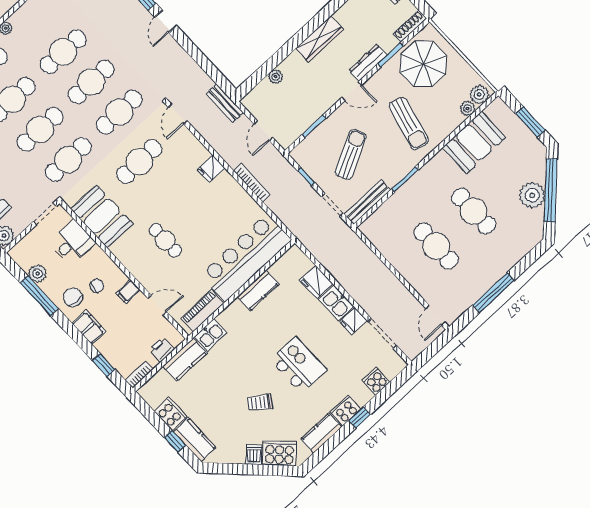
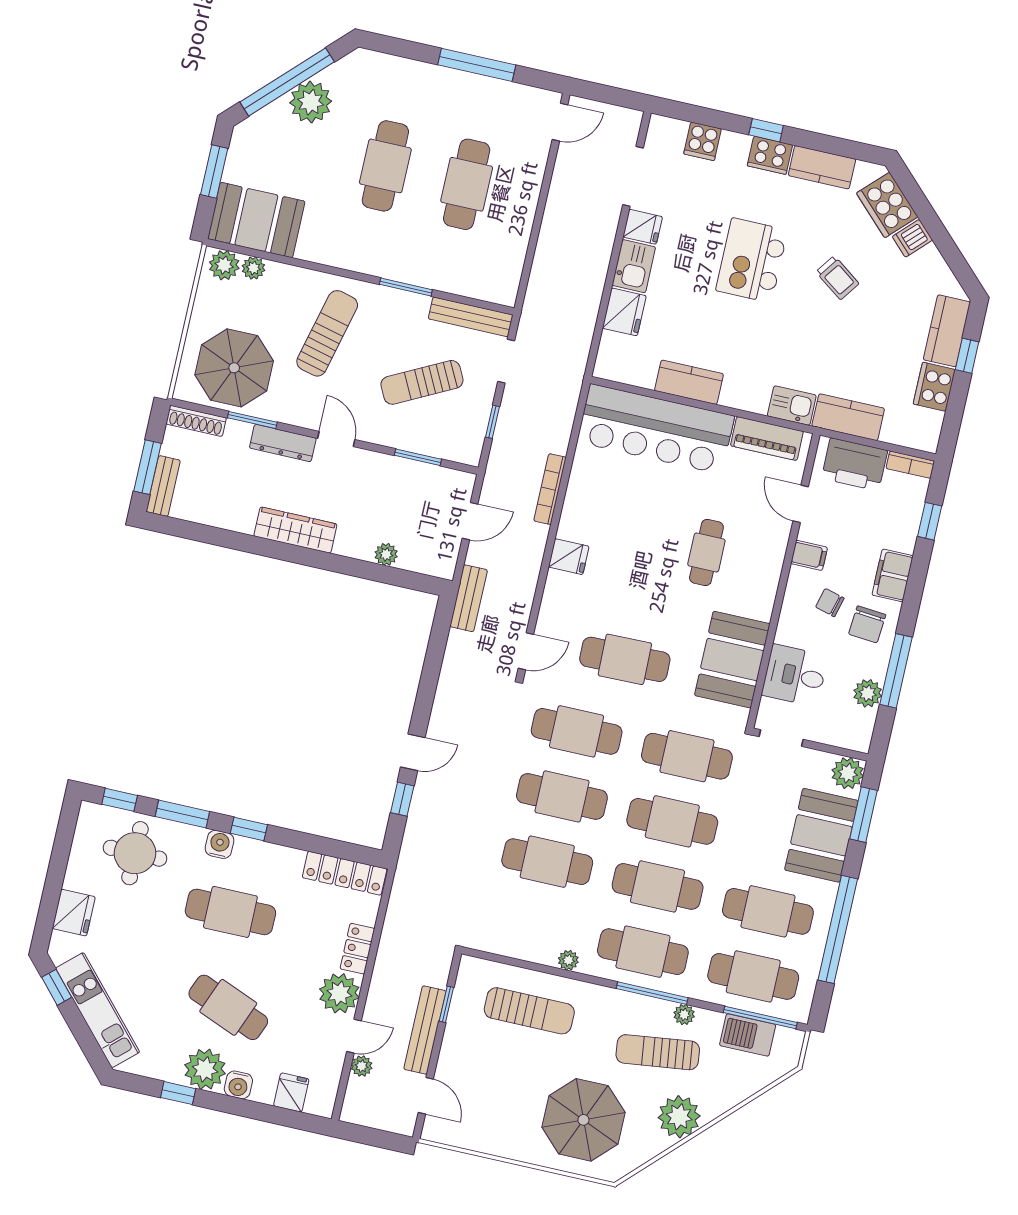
booth: (474, 142) -> (256, 220), moved
printer: (162, 349) -> (854, 464), width x1.87, depth x1.48

